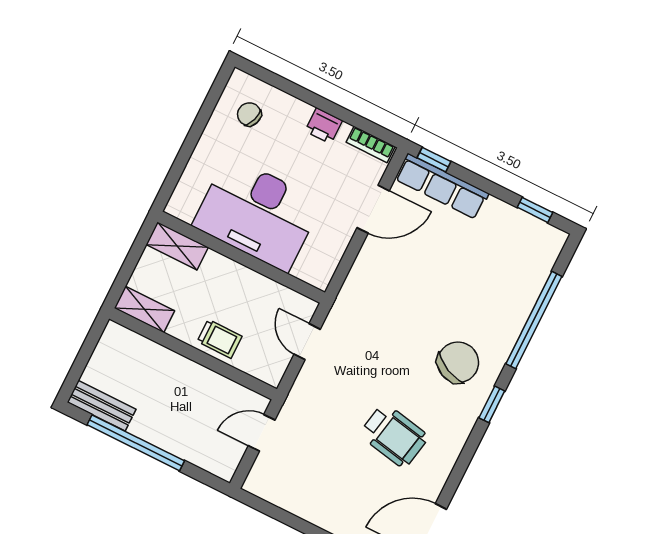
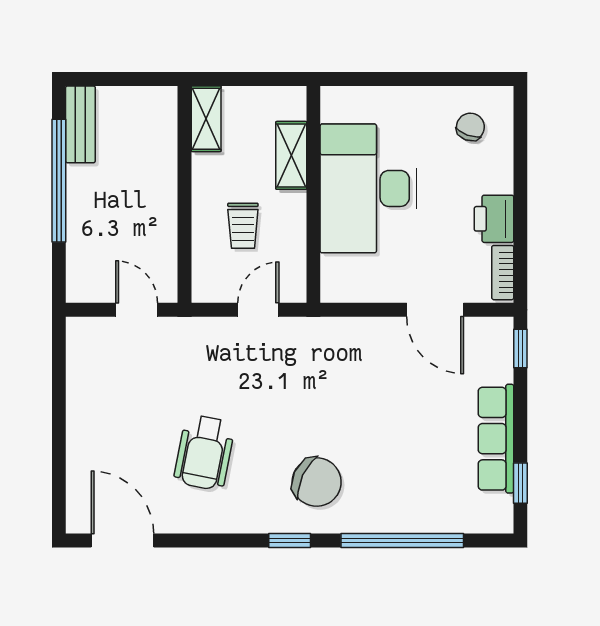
printer: (324, 126) -> (494, 219), width x1.36, depth x1.24
row of seats: (442, 186) -> (496, 439), moved
shelving: (177, 246) -> (291, 155), moved
trolley: (220, 339) -> (243, 226), moved

